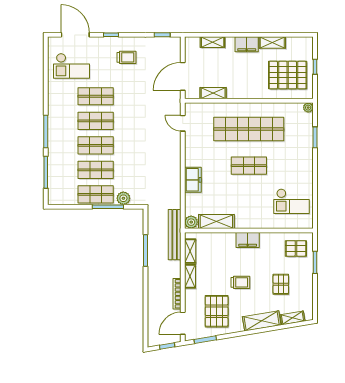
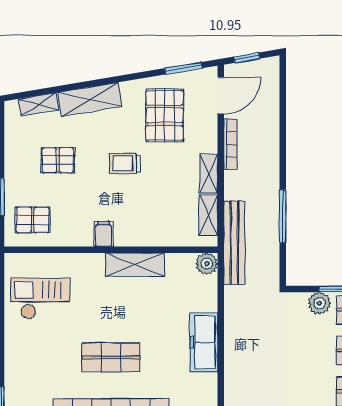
freezer: (193, 180) -> (204, 342), width x1.40
shelving: (216, 221) -> (135, 265), moved
filing cabinet: (248, 240) -> (103, 234), width x0.50
pallet: (281, 284) -> (58, 160), turned 90

